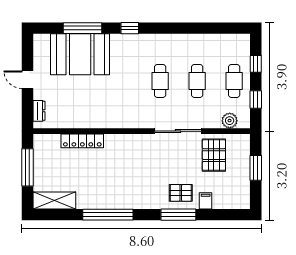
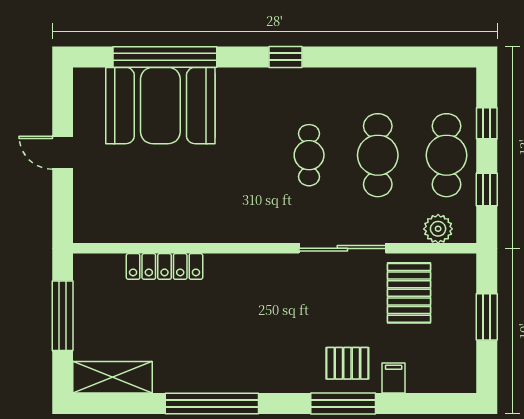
window: (83, 28) -> (165, 57), width x1.46
window: (130, 28) -> (285, 57), moved
cafe table: (197, 81) -> (378, 155), width x1.37, depth x1.35
cafe table: (234, 81) -> (447, 155), width x1.37, depth x1.35
dresser: (39, 111) -> (84, 211), removed

